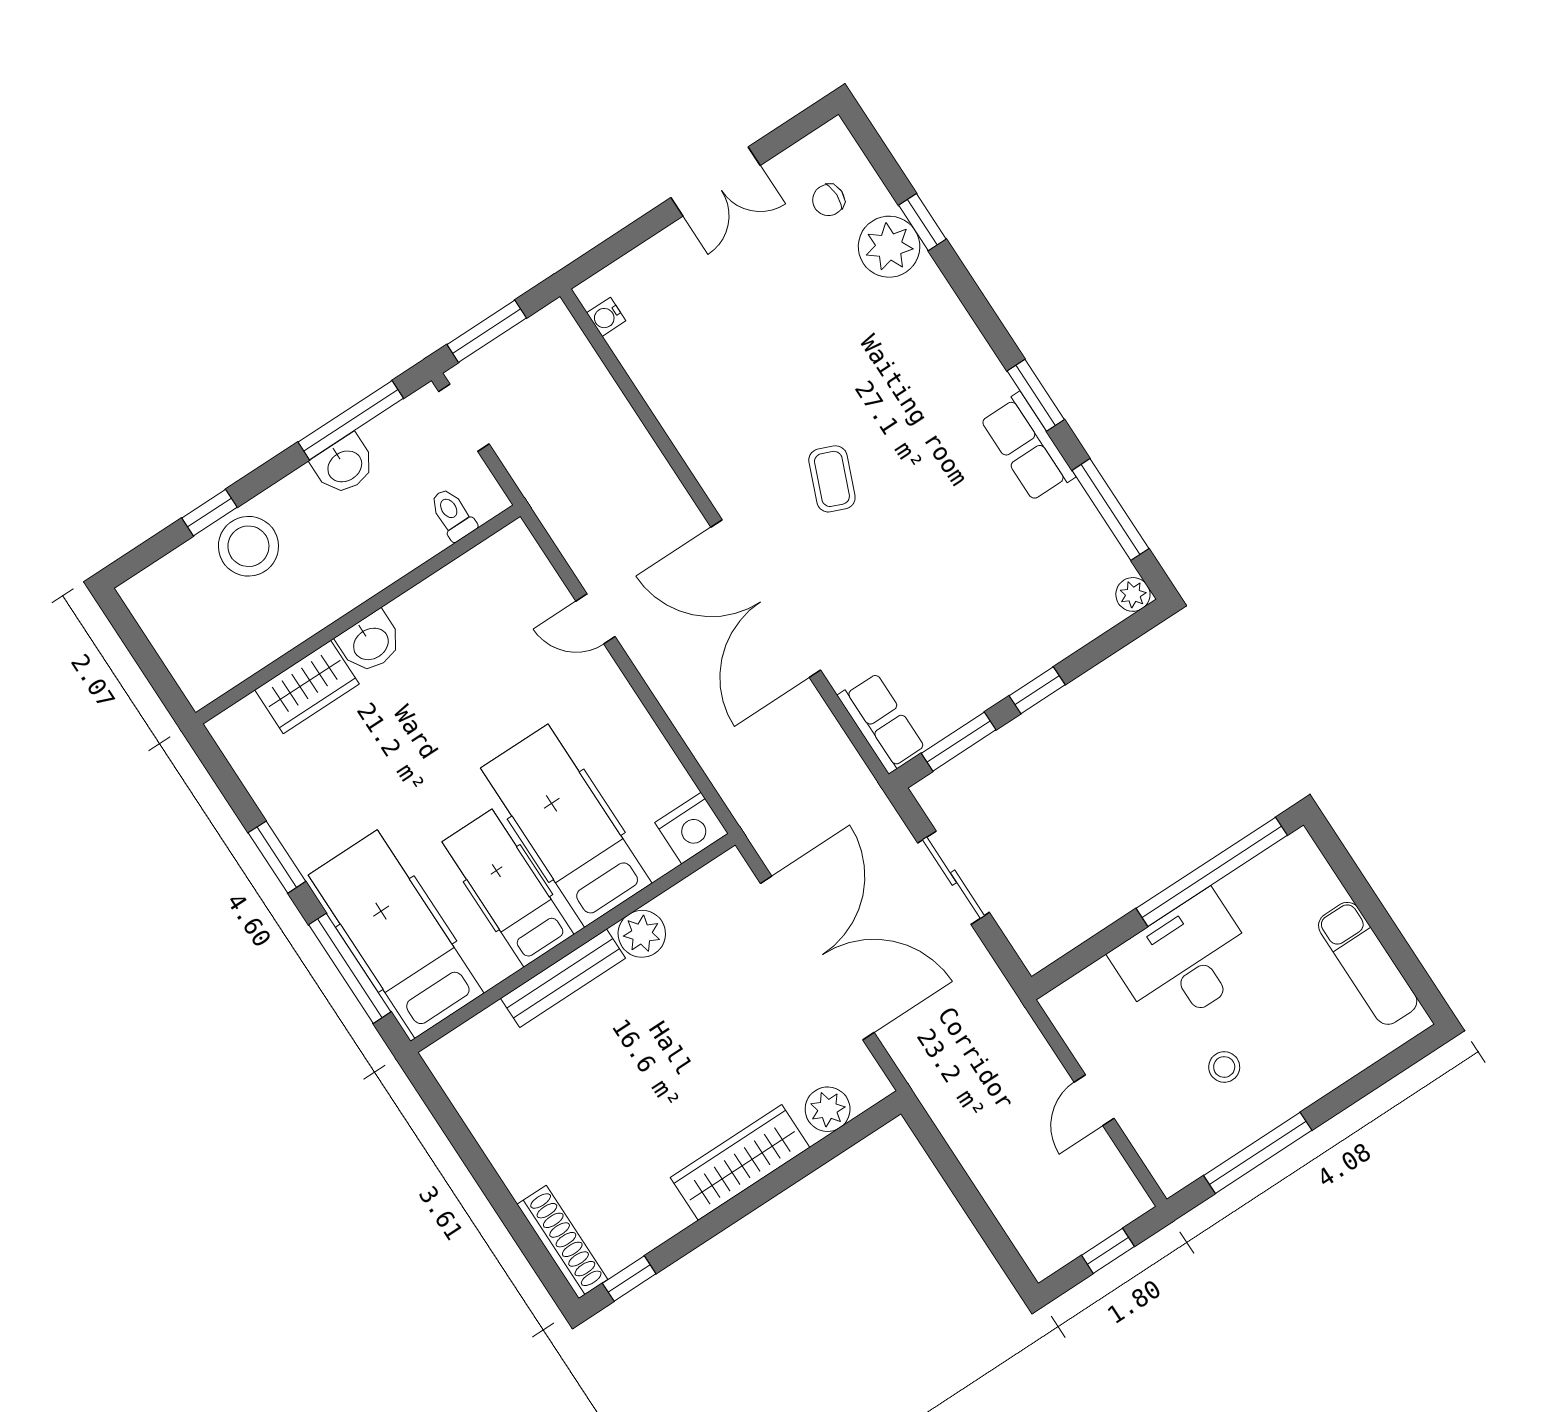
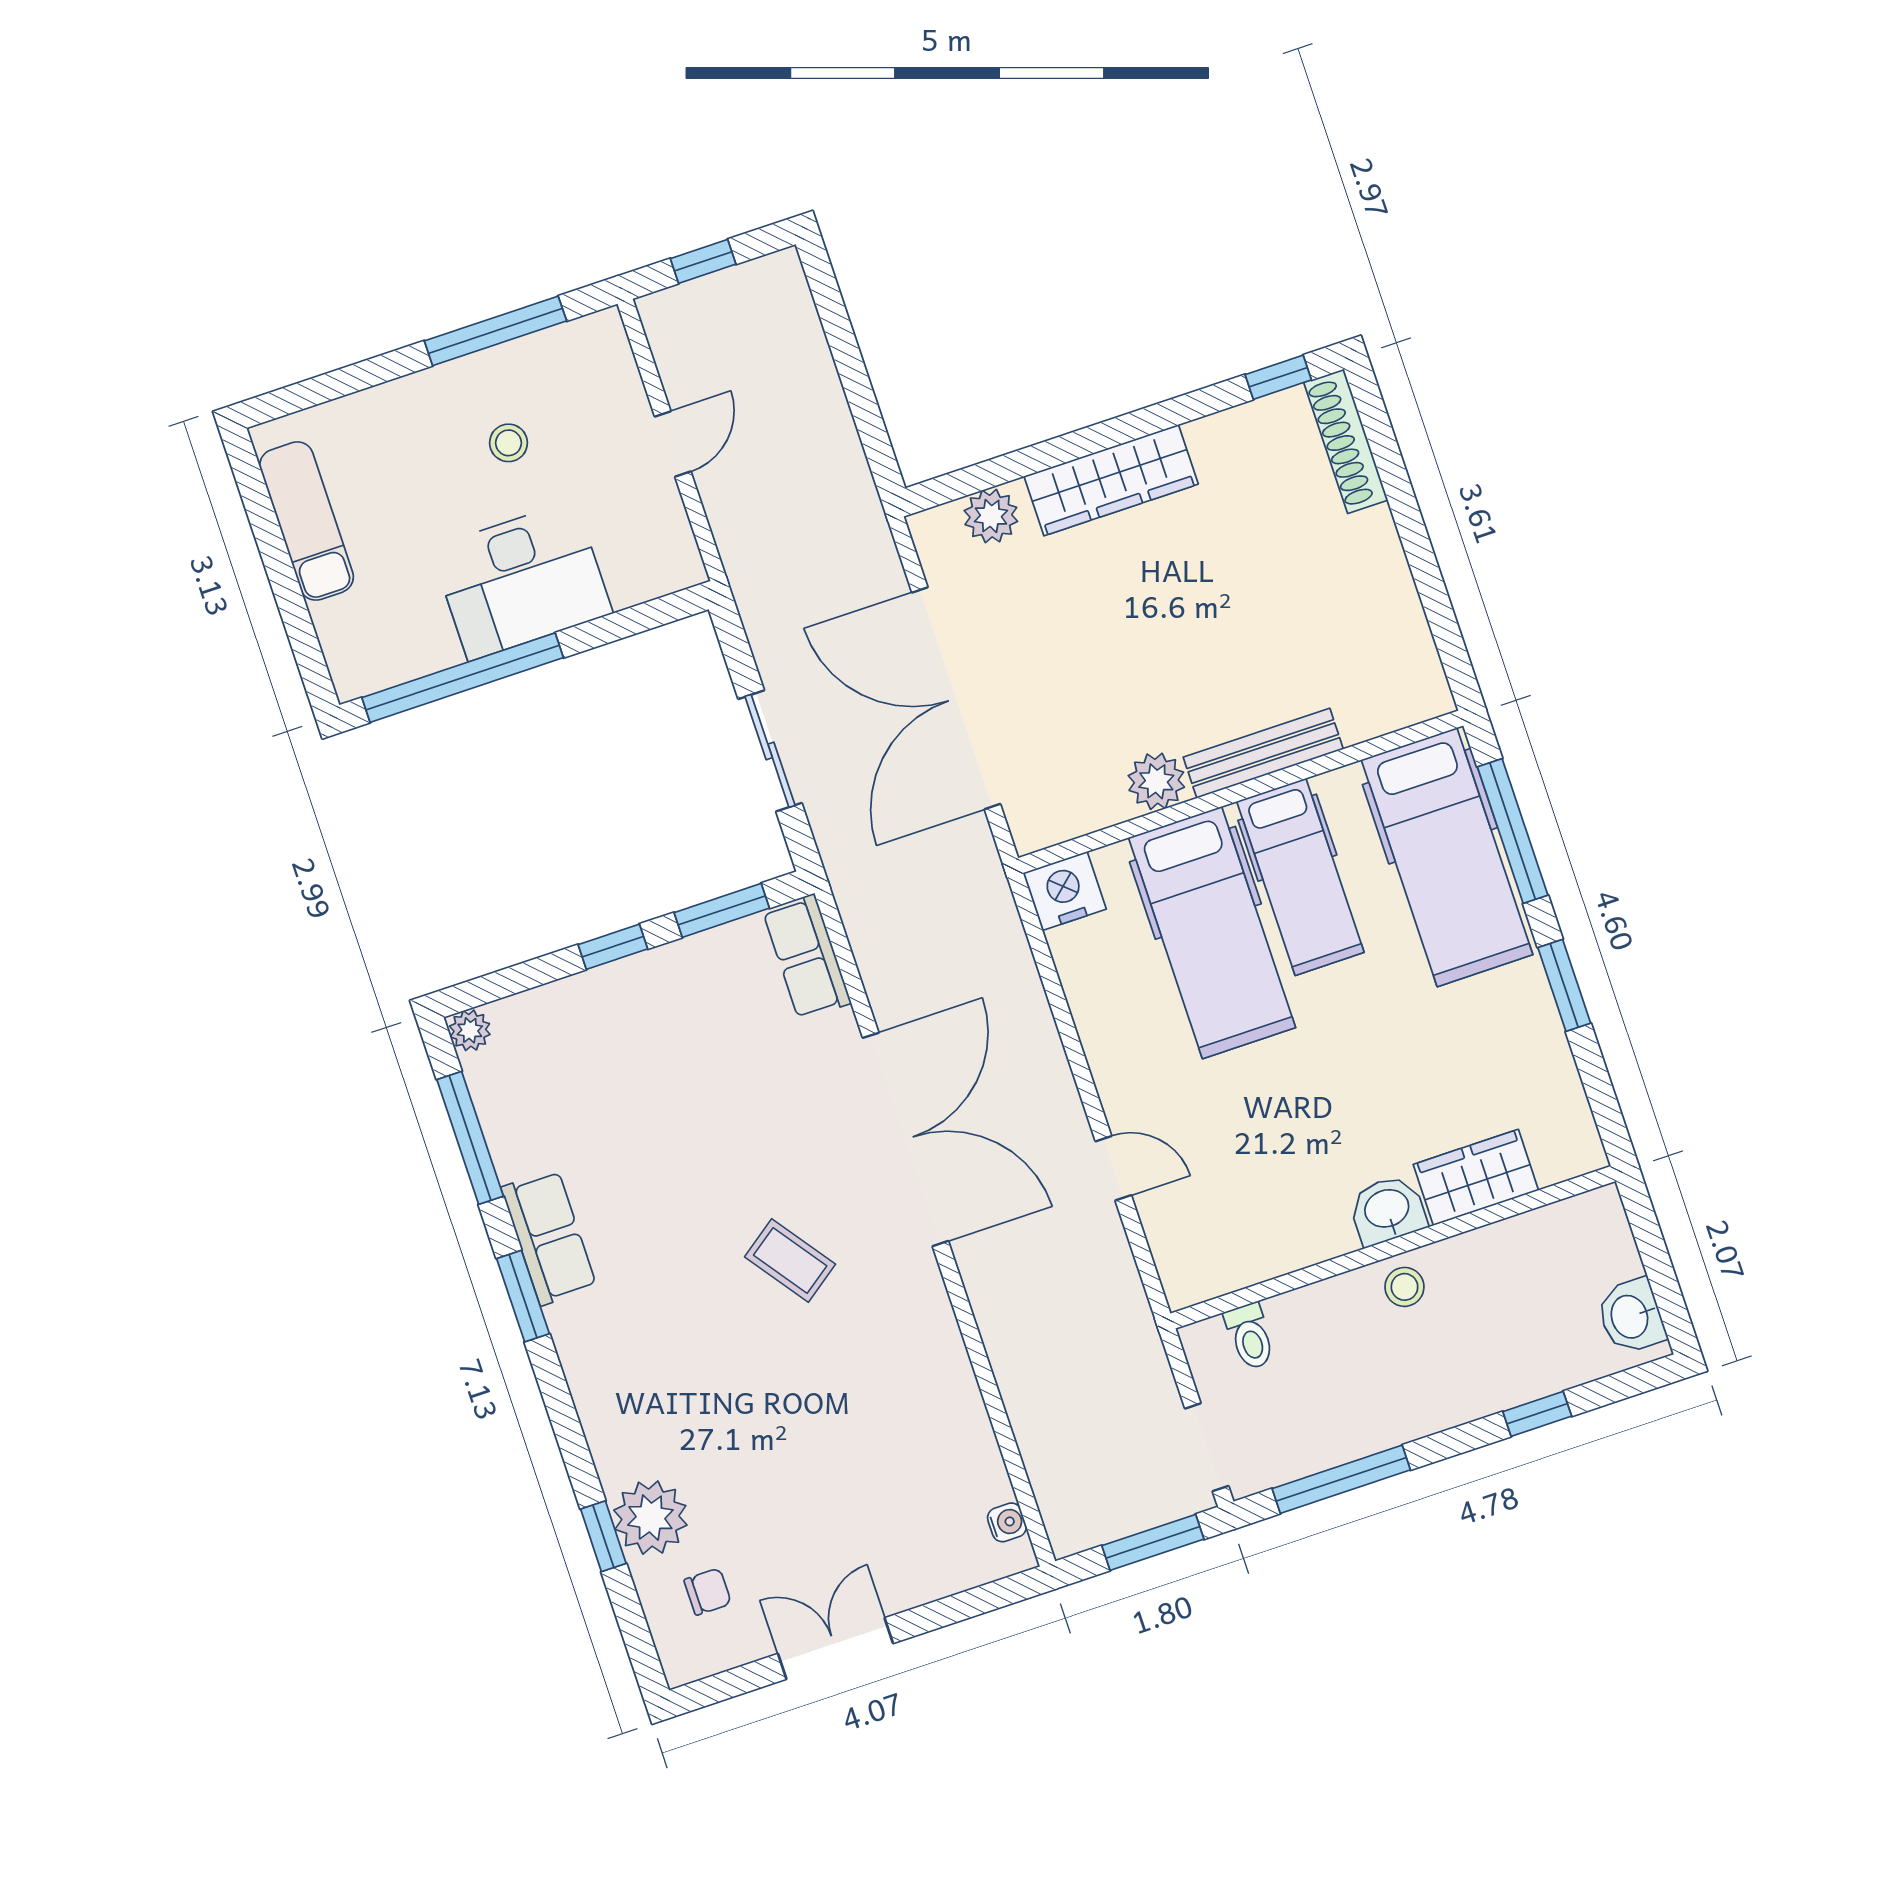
washbasin: (344, 465) -> (1631, 1316), moved, turned -90
coffee table: (832, 479) -> (790, 1260), turned -58
stool: (248, 546) -> (1404, 1287), moved, width x0.53, depth x0.53

